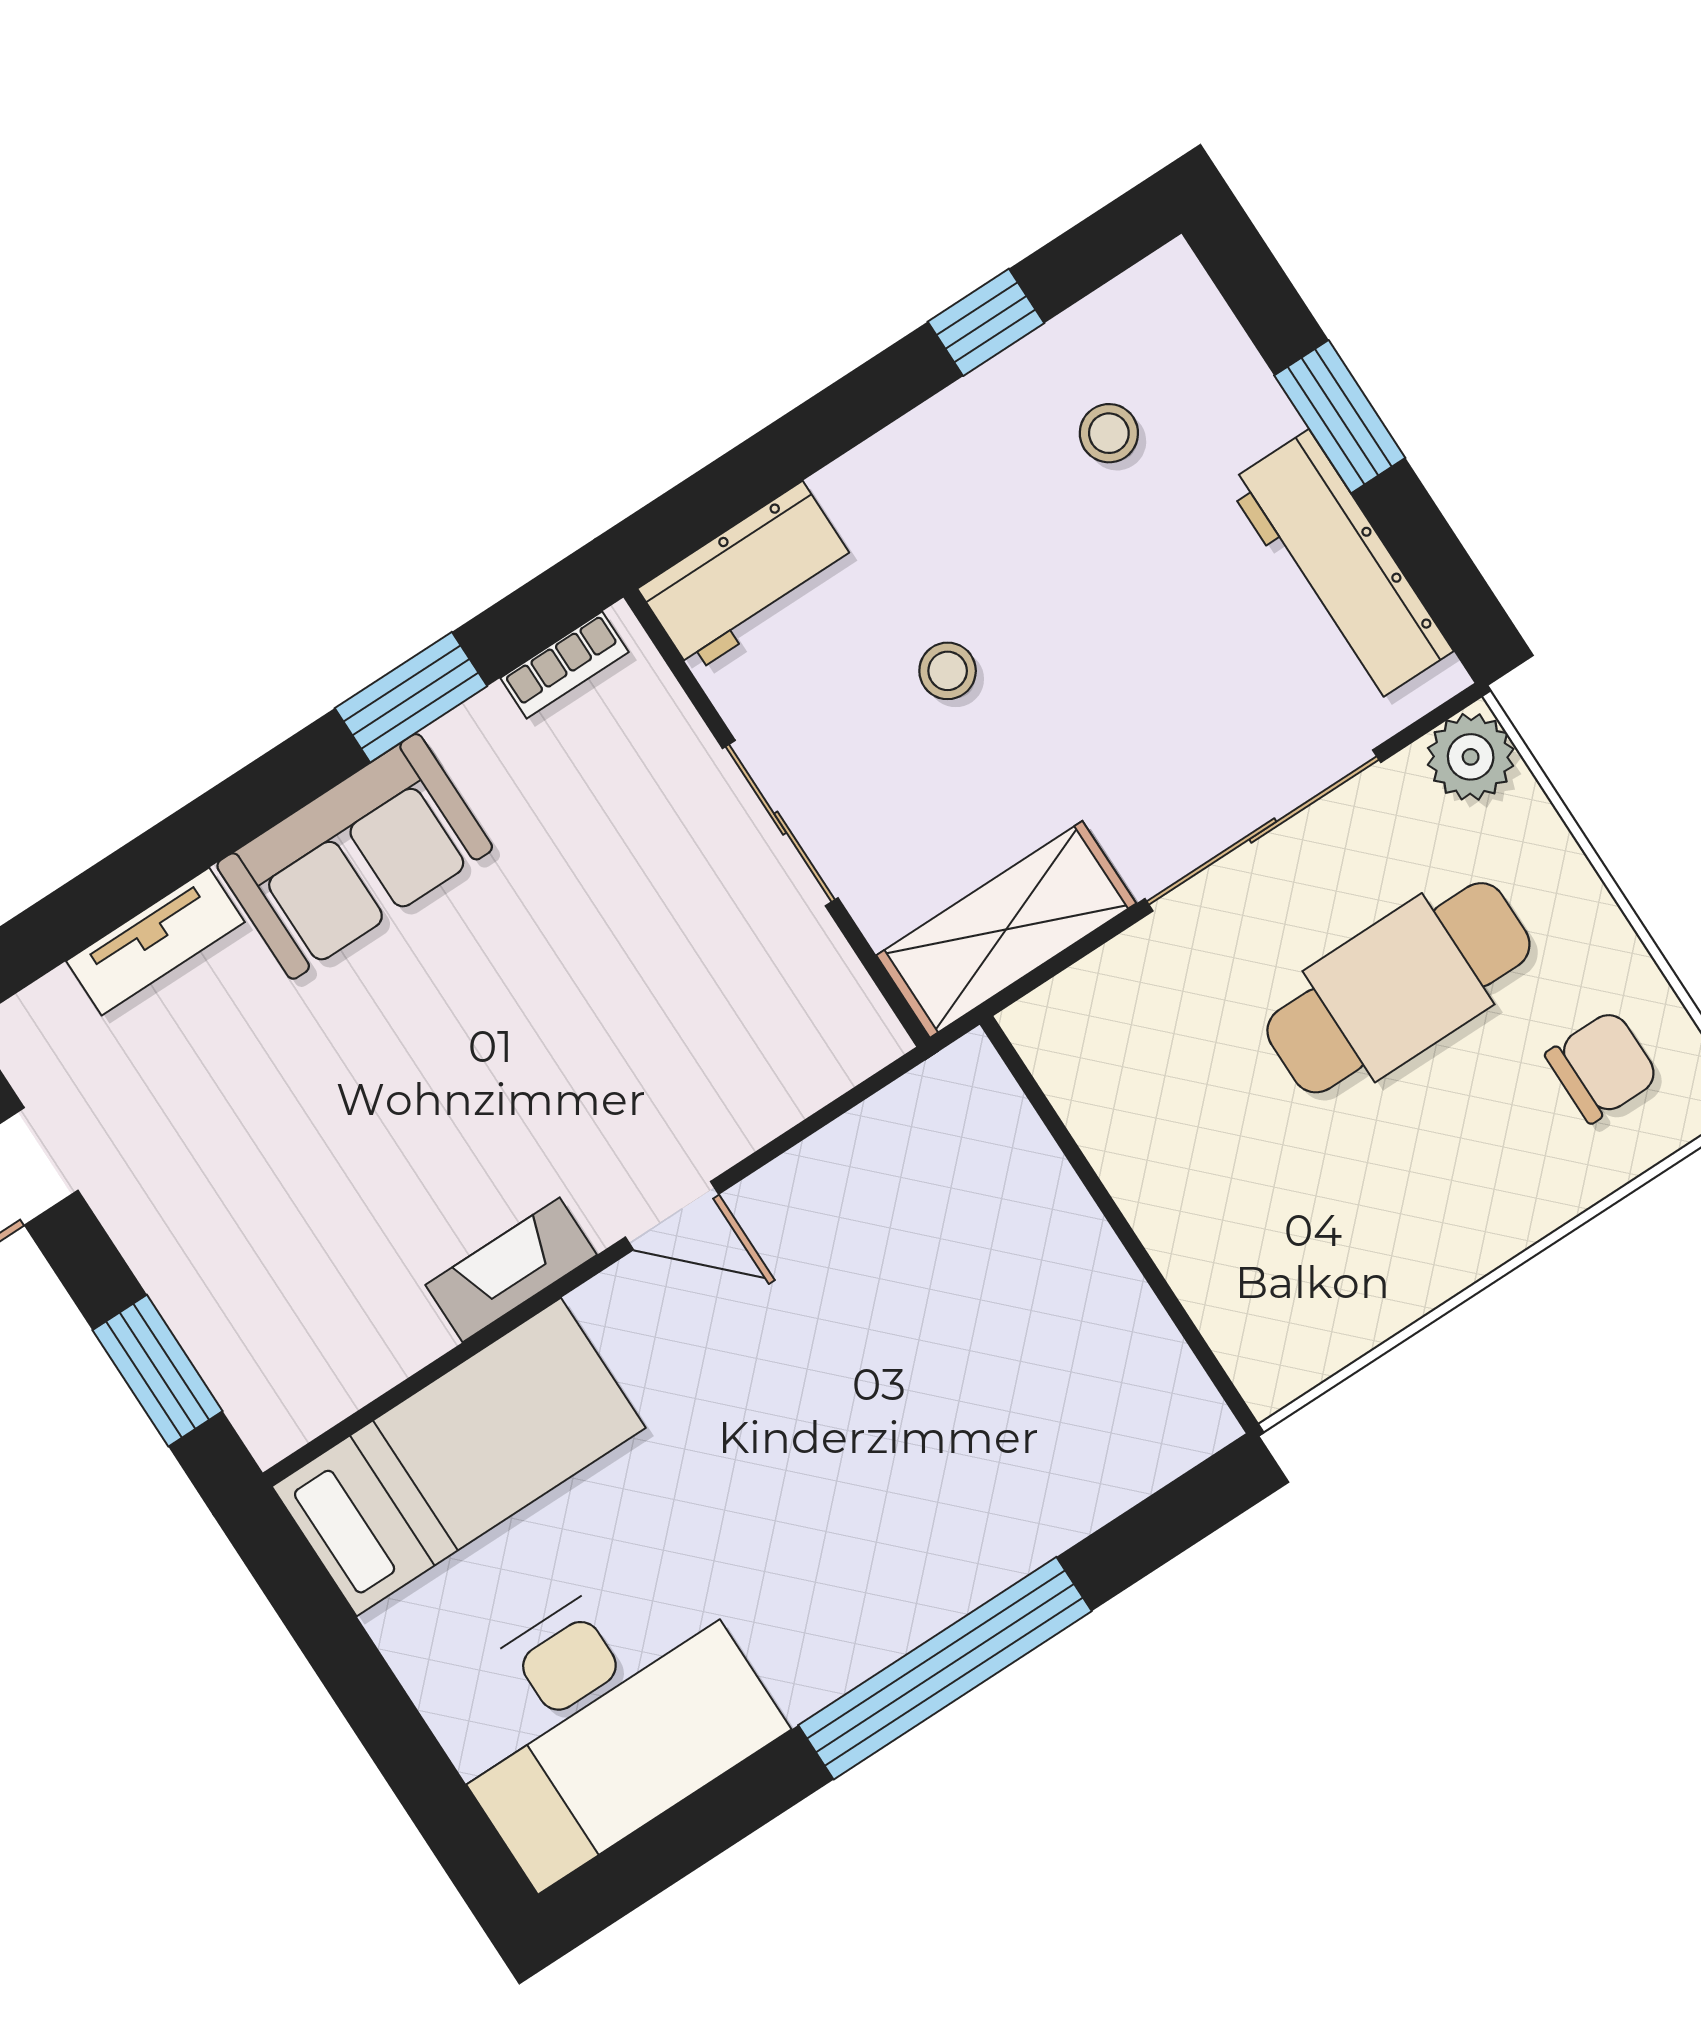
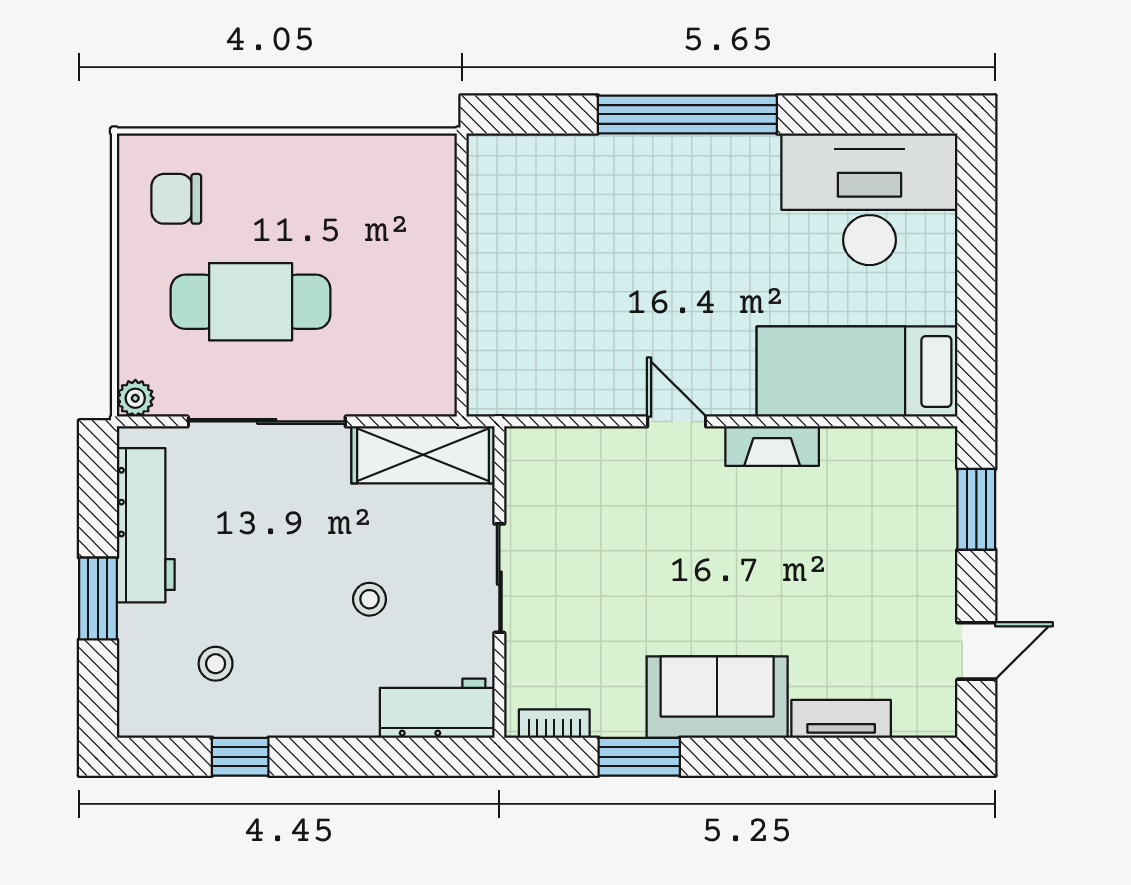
plant: (1471, 757) -> (135, 398), width x0.73, depth x0.73

